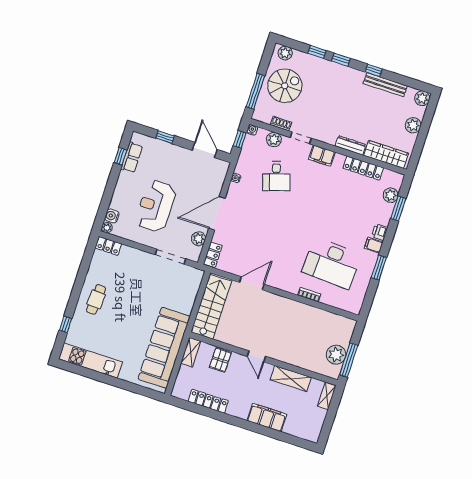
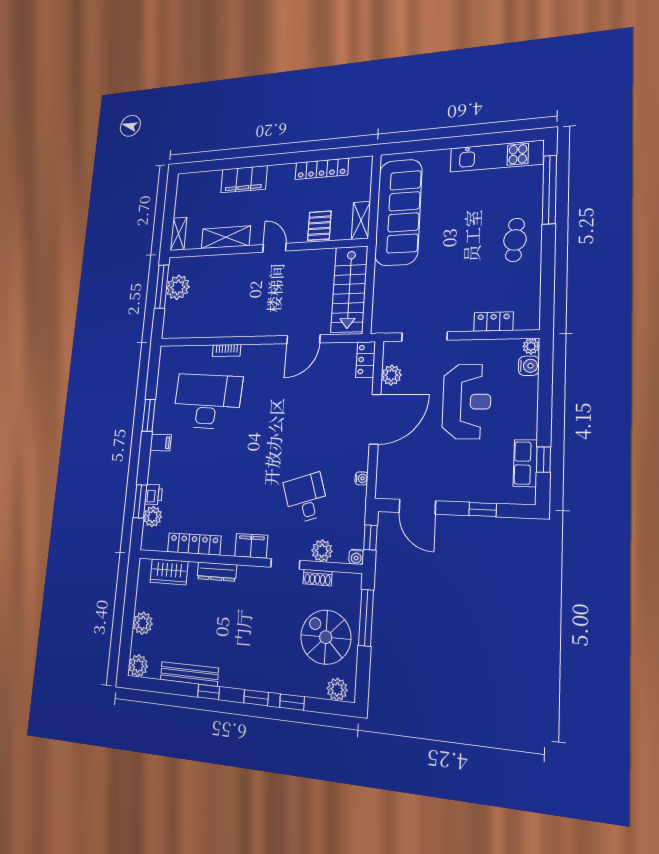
spiral stairs: (285, 86) -> (326, 637), turned 90
wardrobe: (386, 154) -> (169, 572), width x0.67
printer: (380, 232) -> (154, 494), moved
locker: (109, 246) -> (493, 322), moved
window: (66, 324) -> (549, 190), width x3.17

